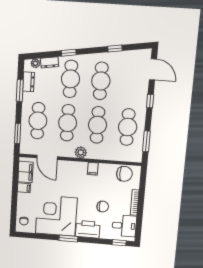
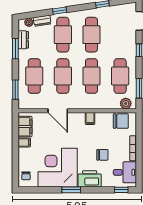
plant: (81, 152) -> (126, 103), moved
door: (47, 157) -> (58, 111), moved

